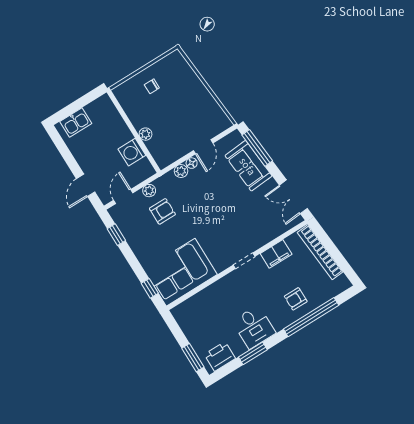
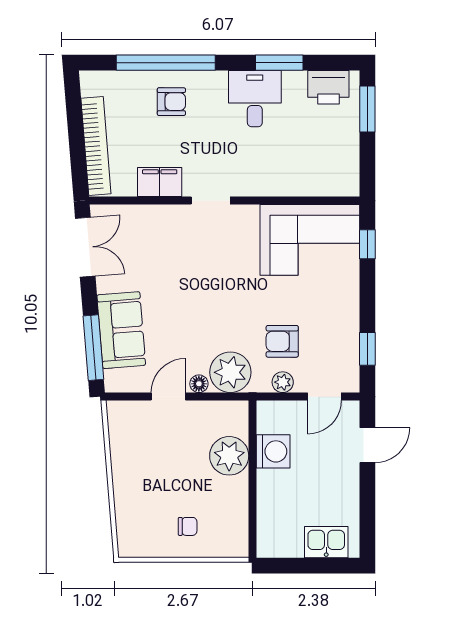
plant: (146, 134) -> (229, 456), width x1.87, depth x1.87
plant: (181, 171) -> (230, 372), width x1.87, depth x1.87

